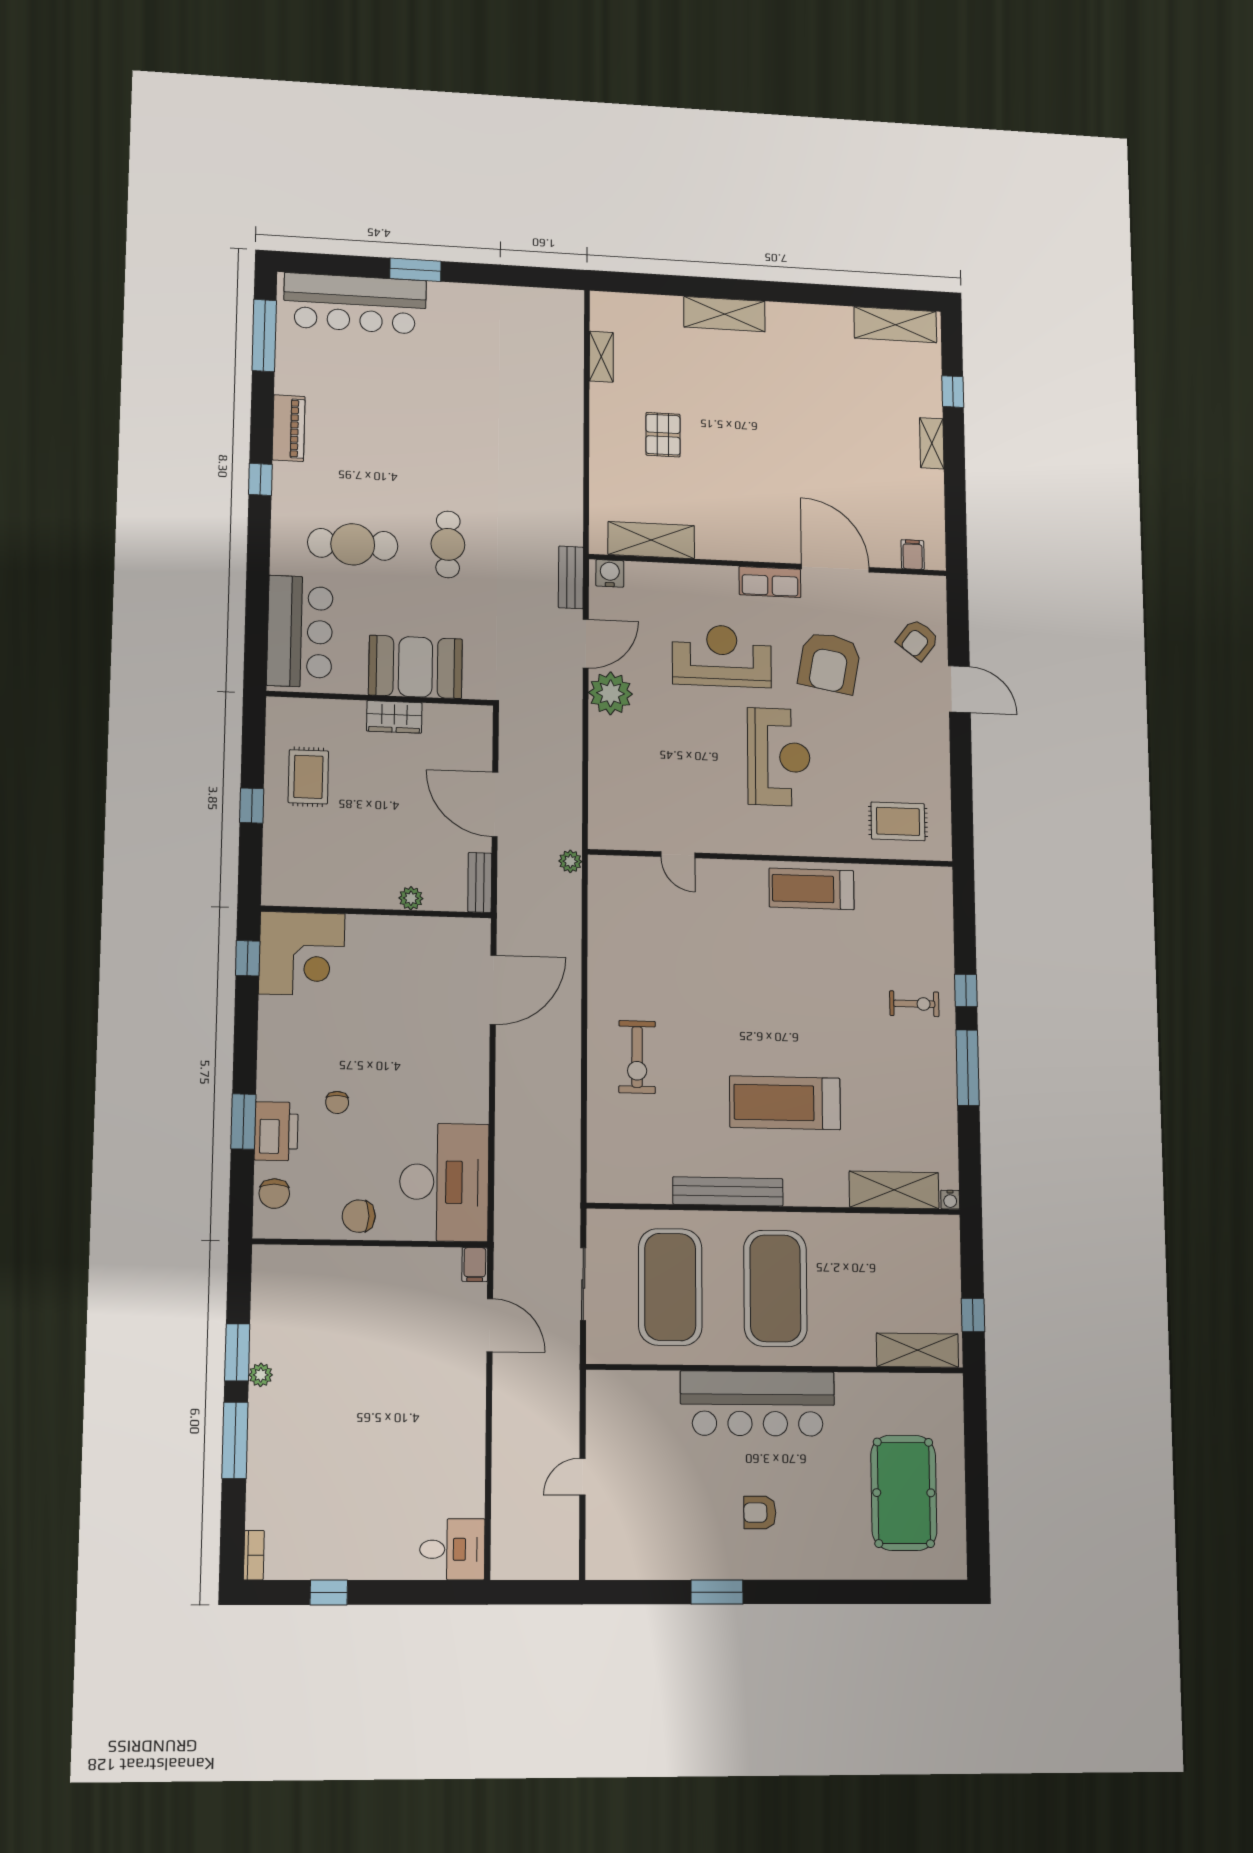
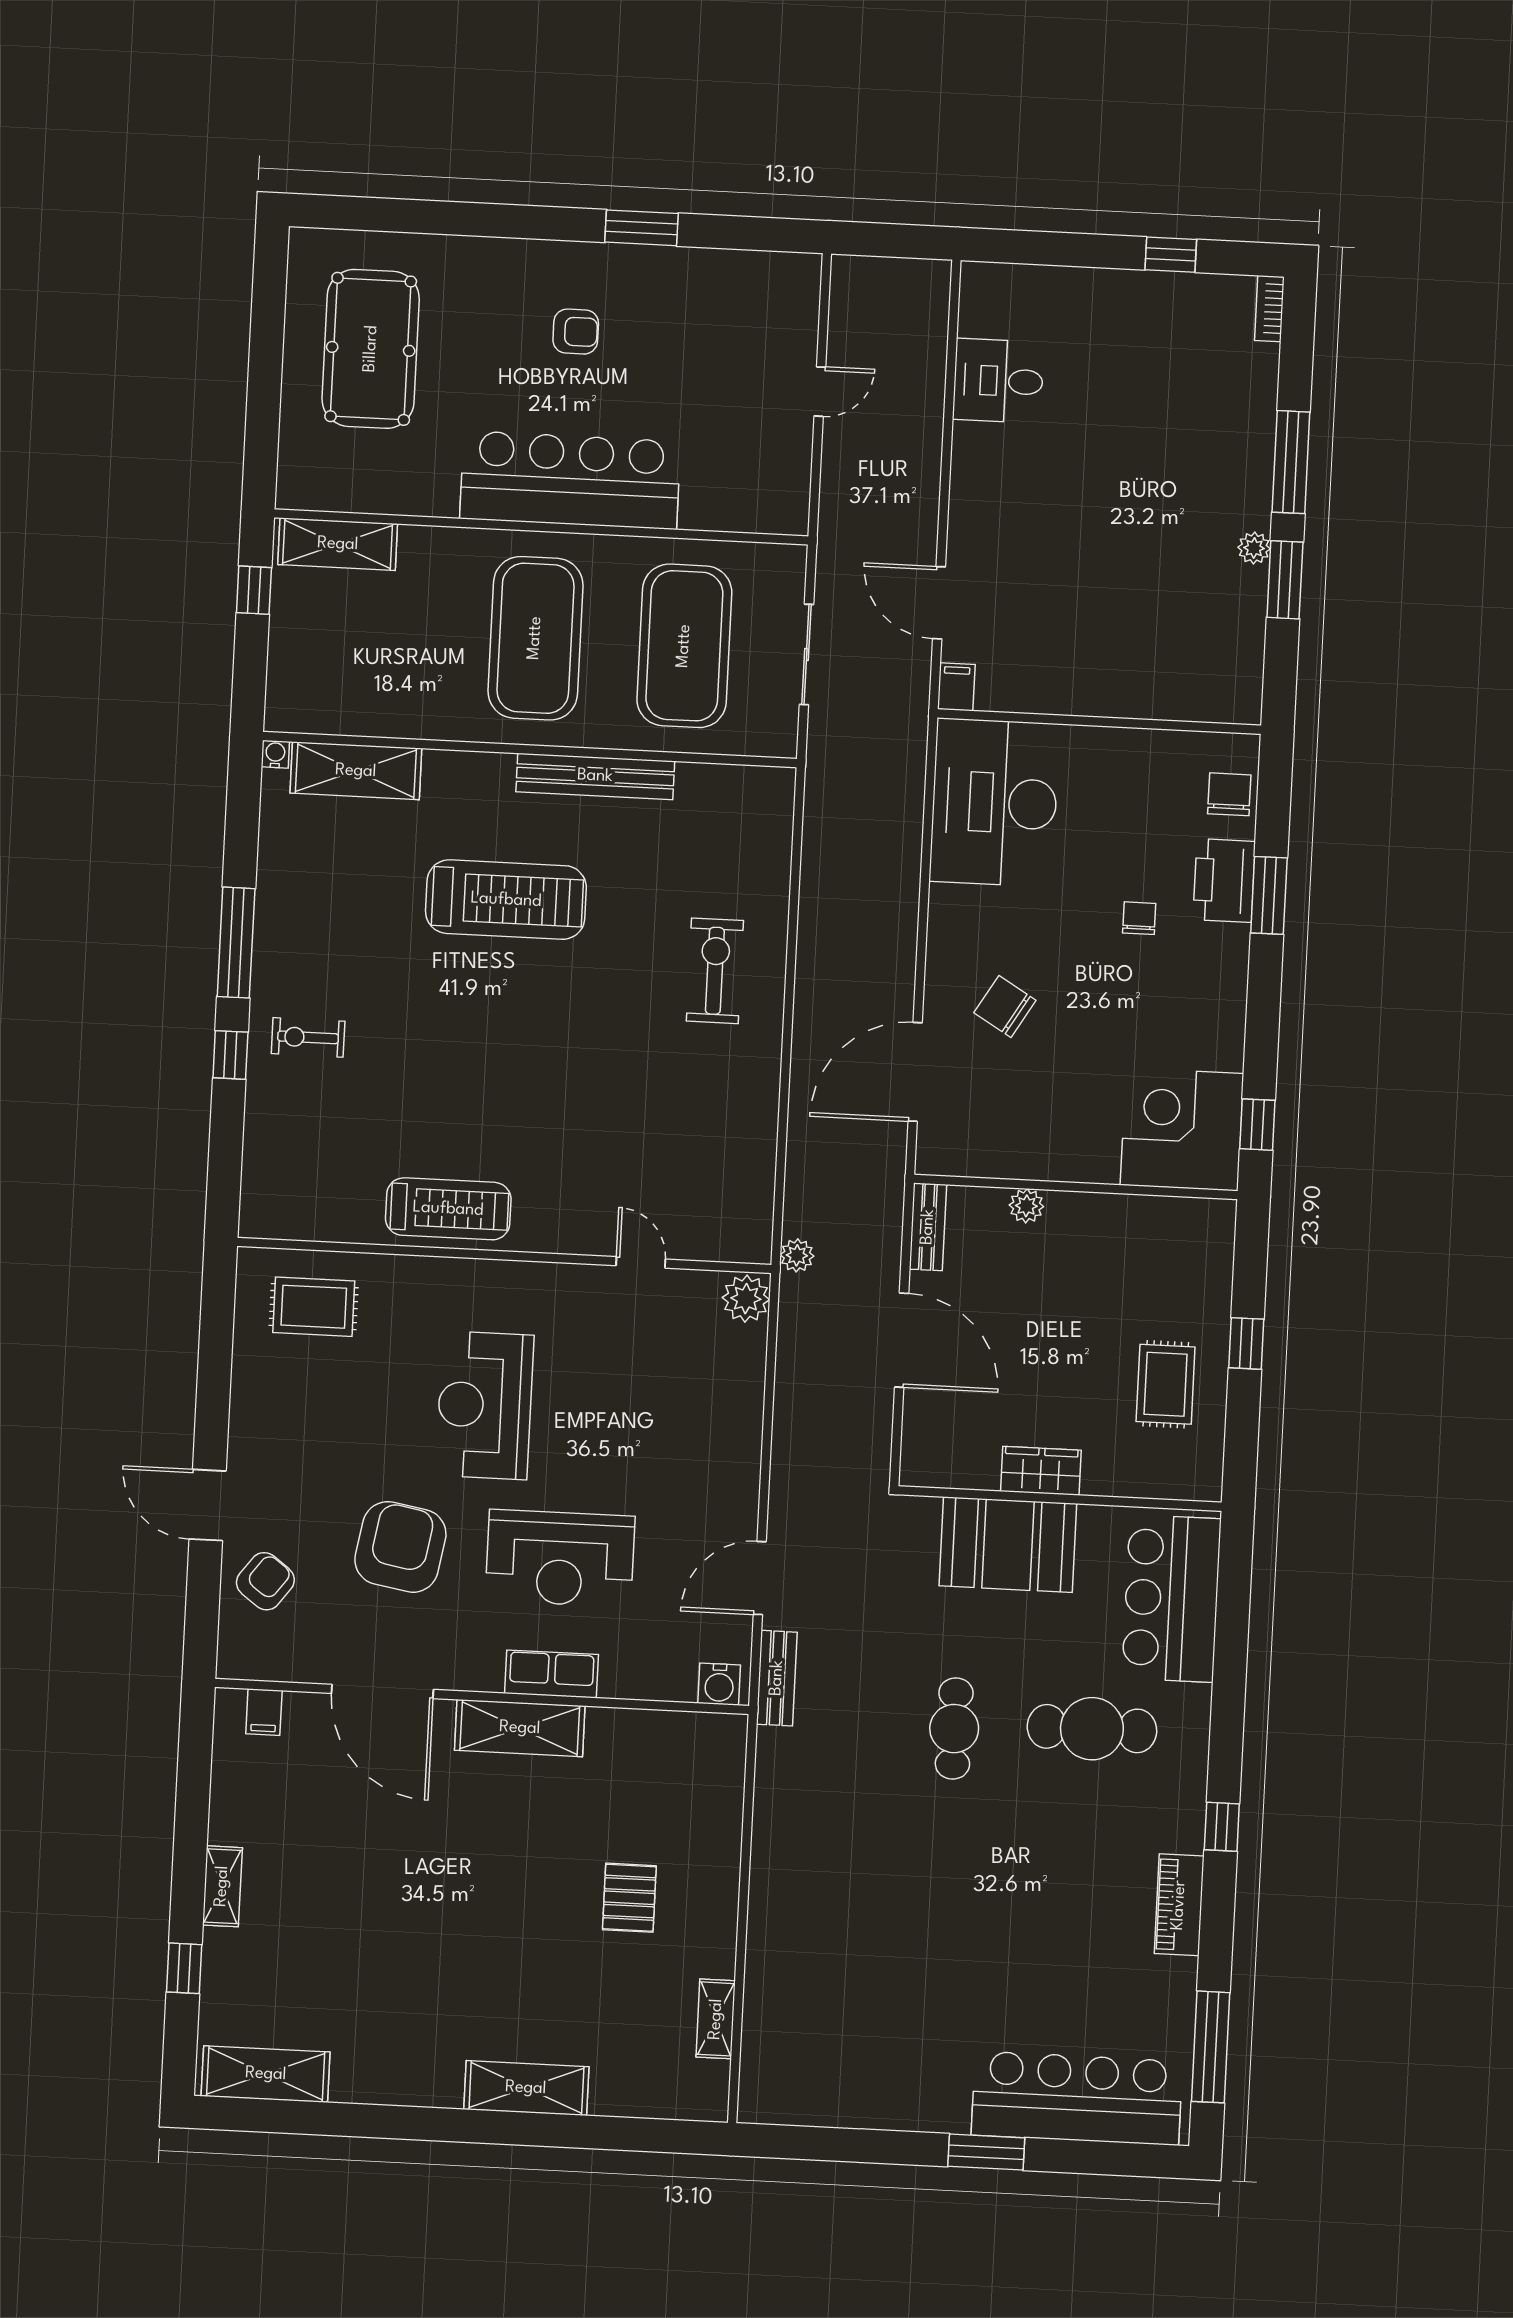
shelving: (651, 540) -> (520, 1728), moved
row of seats: (770, 582) -> (552, 1674), moved
plant: (611, 693) -> (746, 1299), moved, width x0.73, depth x0.73
chair: (359, 1216) -> (1005, 1006), moved, turned -149
desk: (452, 1549) -> (998, 381), moved

